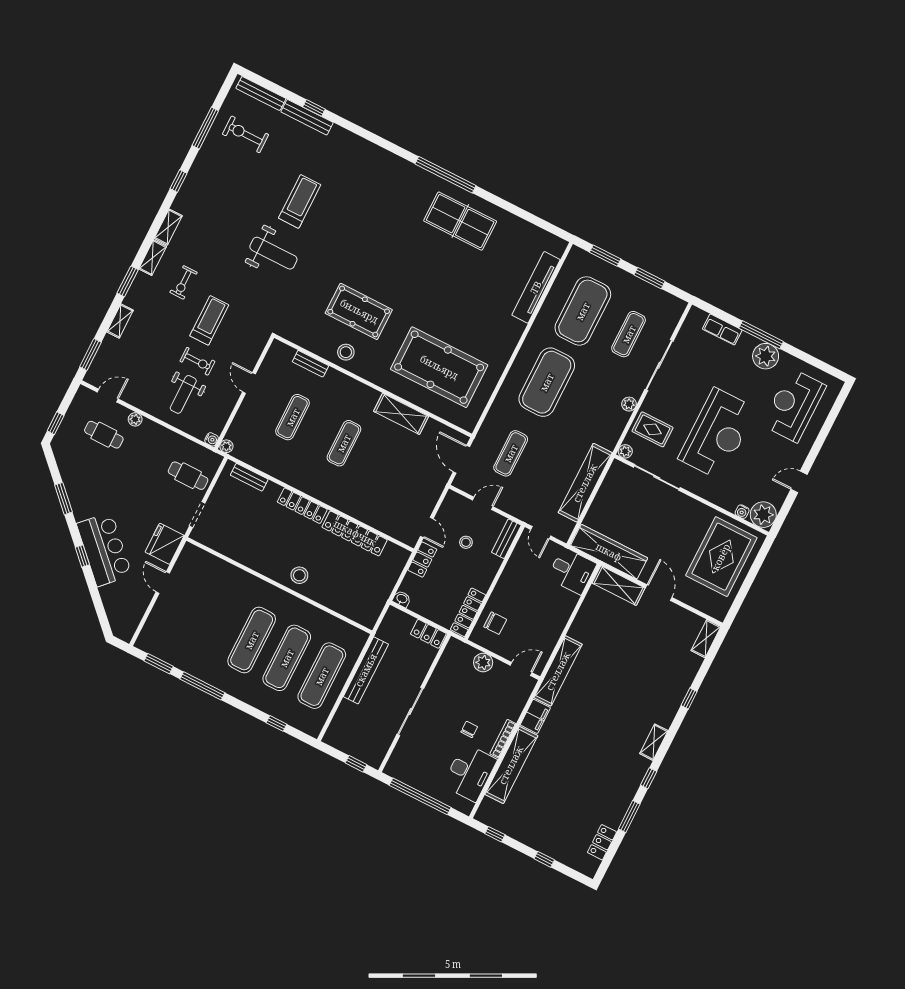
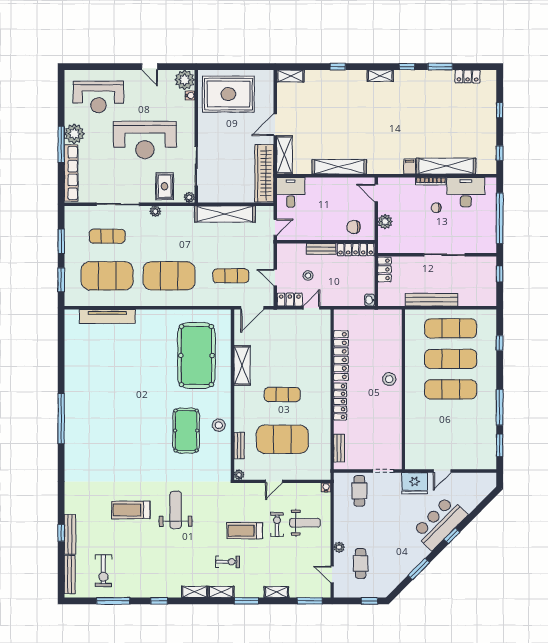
table tennis table: (460, 221) -> (88, 392), removed
row of seats: (722, 329) -> (71, 173), width x2.02
exercise mat: (293, 417) -> (282, 439), width x2.00, depth x1.45
reception desk: (717, 434) -> (145, 140), turned 180
plant: (226, 446) -> (239, 475), moved
bench: (506, 539) -> (321, 249), moved
locker: (422, 560) -> (290, 300), moved
chair: (495, 623) -> (354, 227), turned -90
shelving: (558, 671) -> (339, 167), moved
filing cabinet: (535, 716) -> (410, 167), width x0.50

